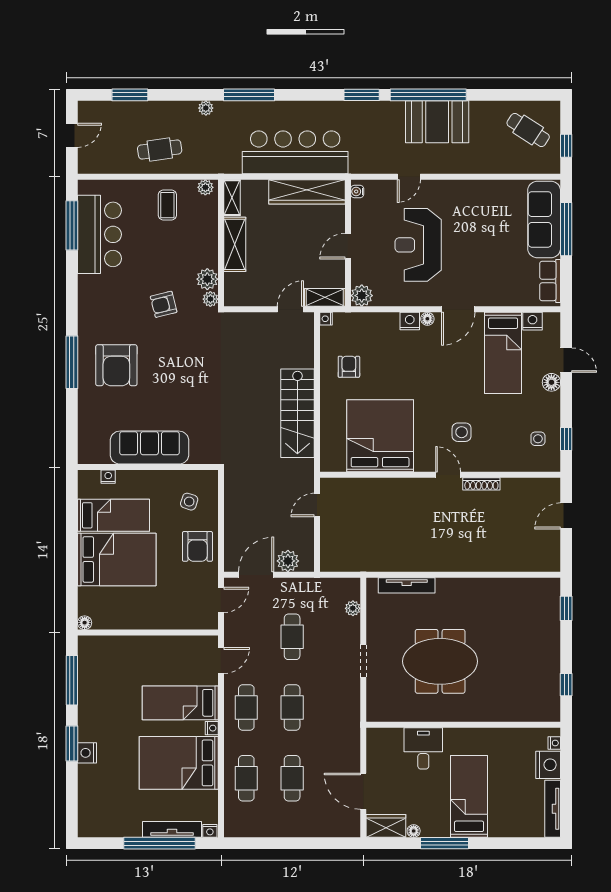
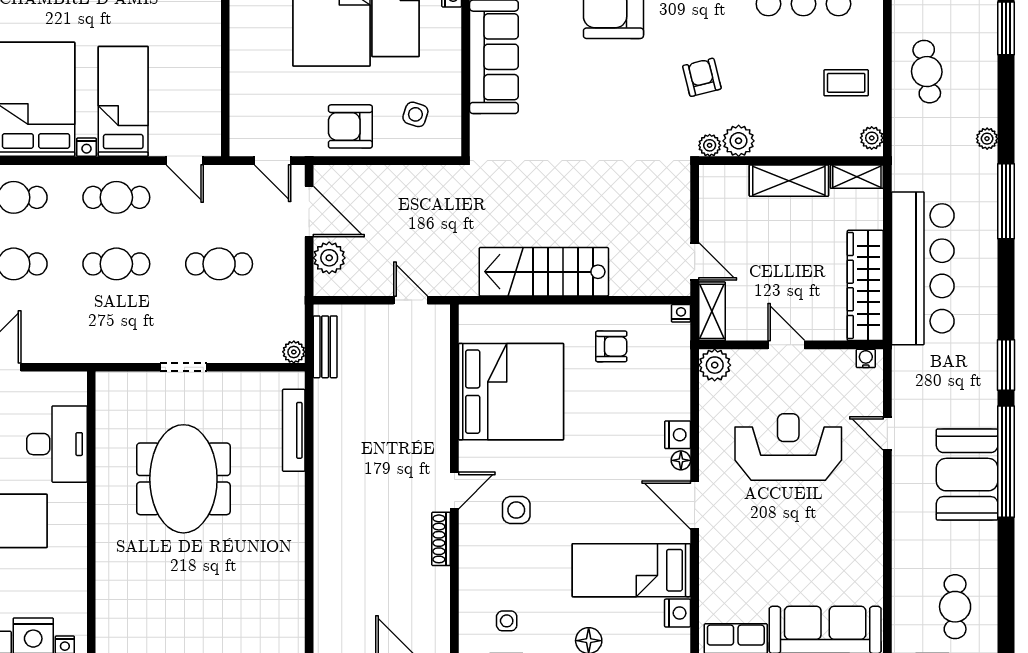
cafe table: (528, 130) -> (955, 607), turned -33
bench: (349, 564) -> (325, 347), added
plant: (353, 608) -> (294, 352), moved
desk: (423, 748) -> (57, 444), width x1.37

